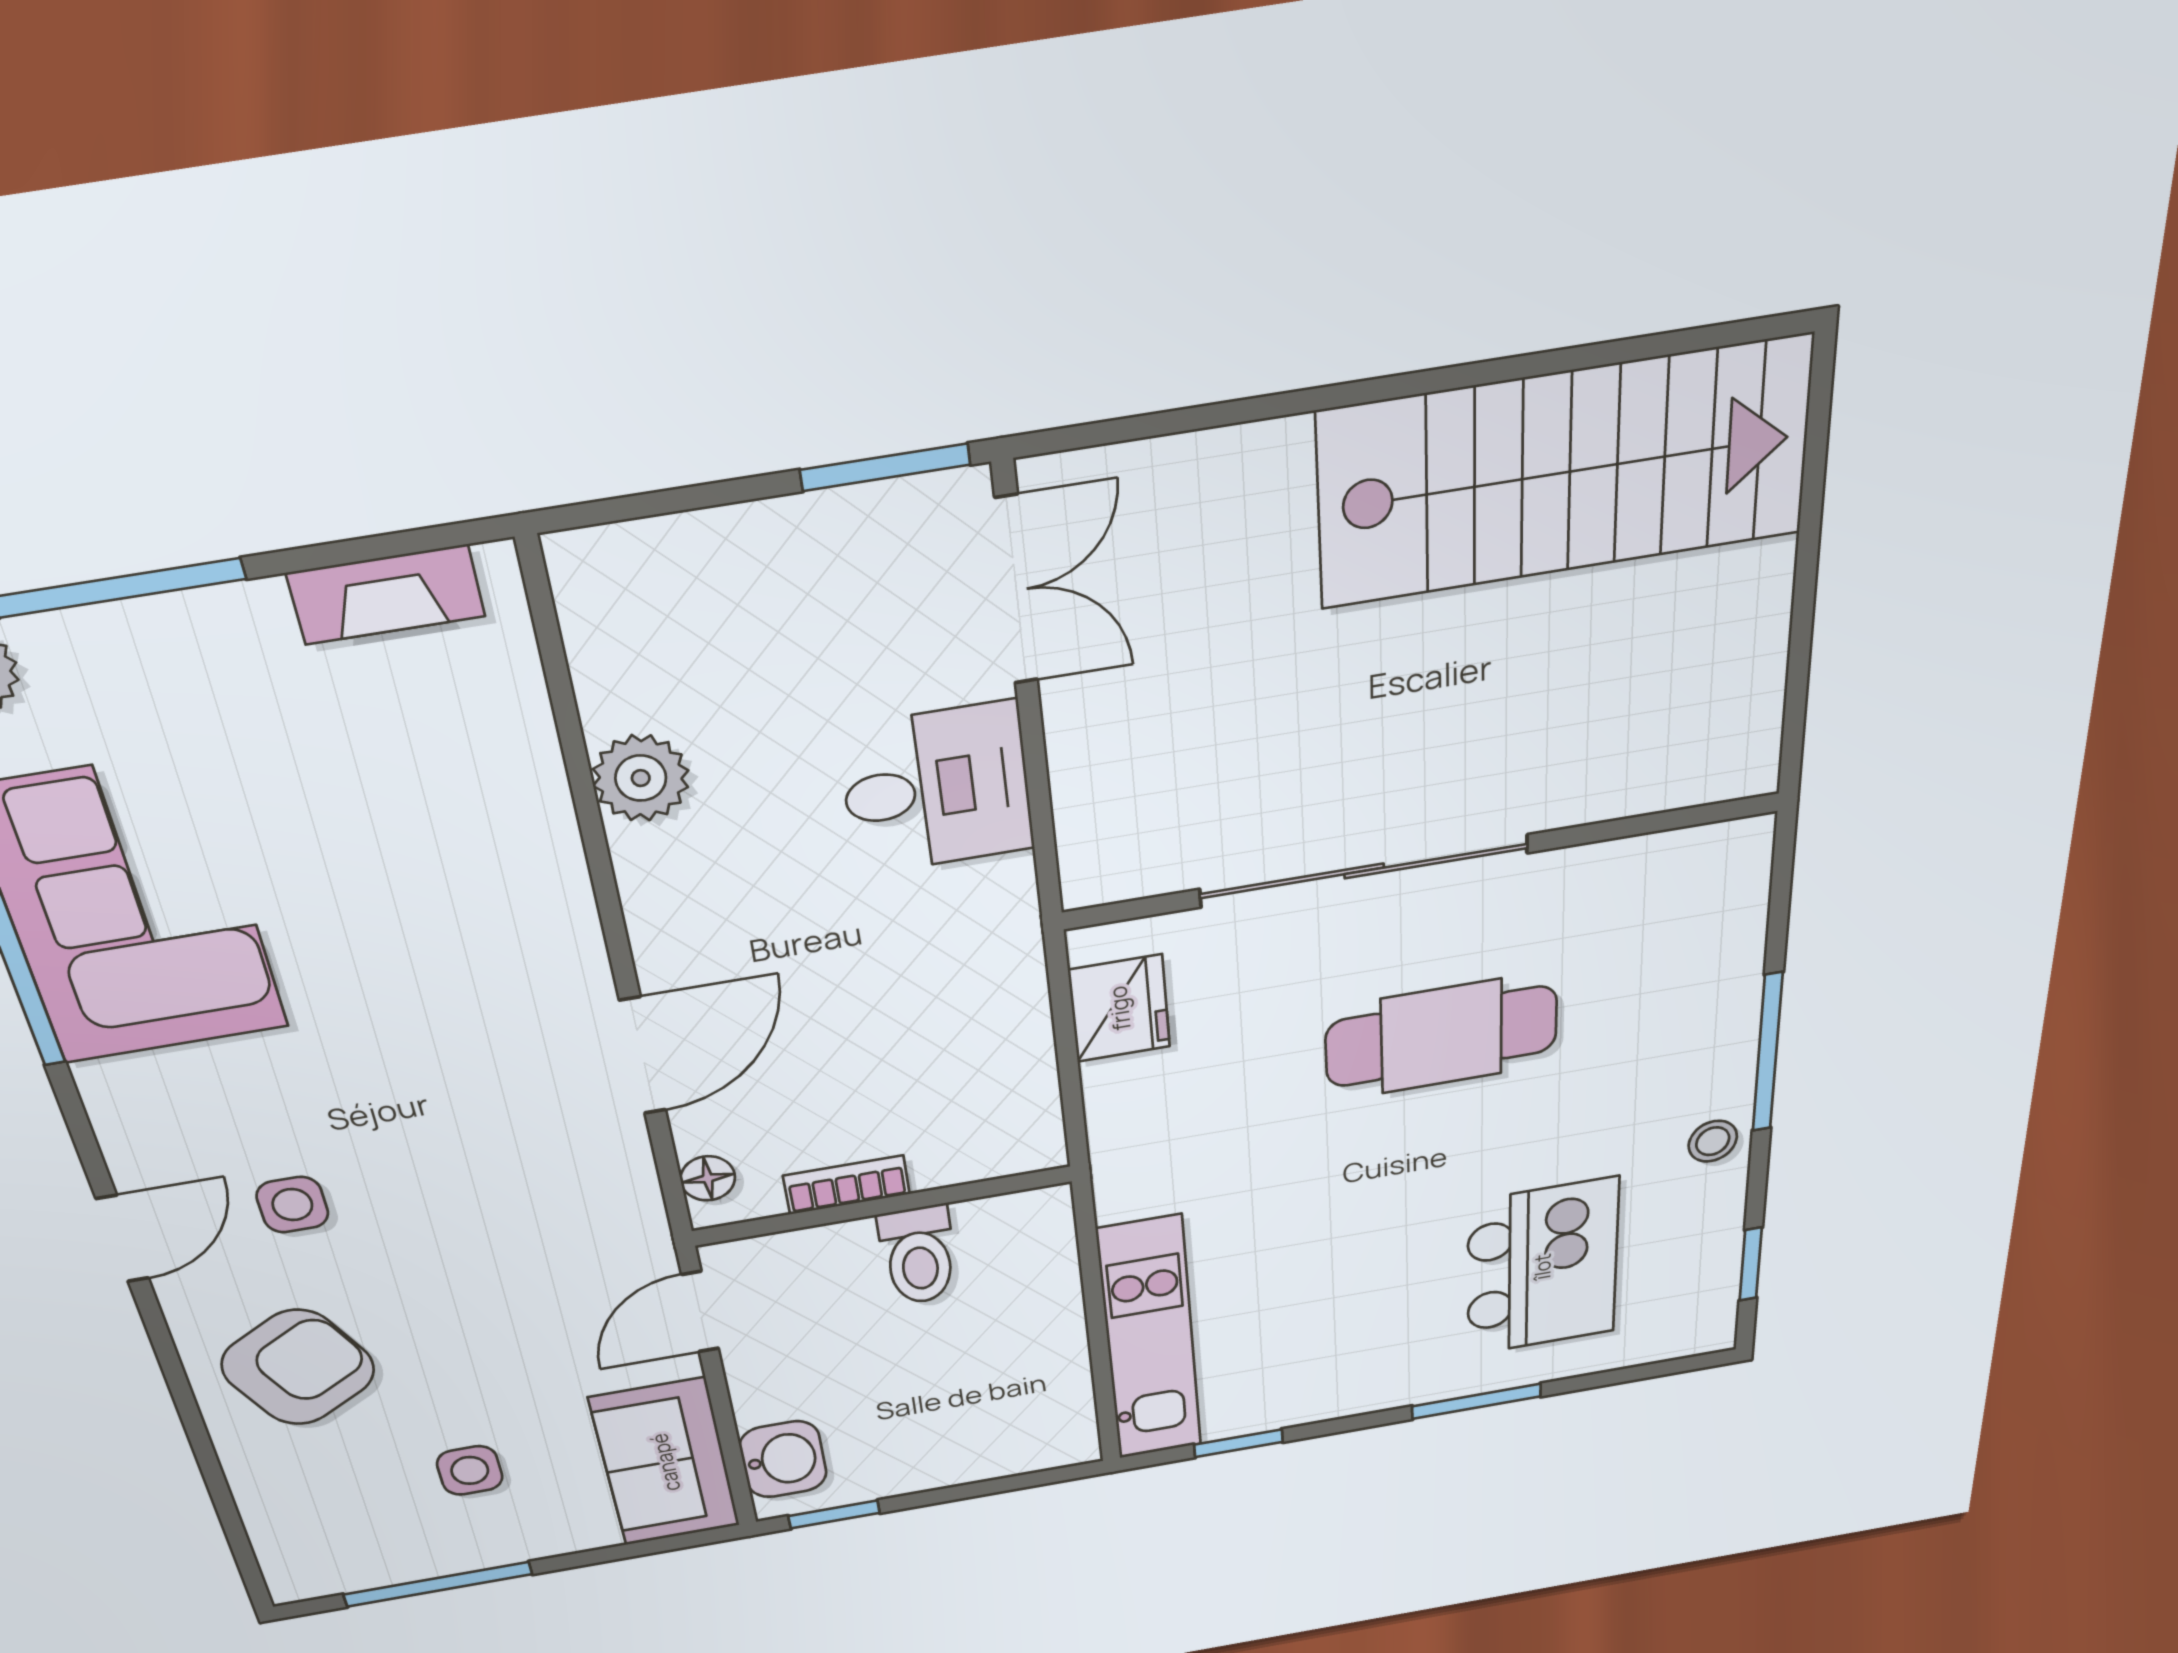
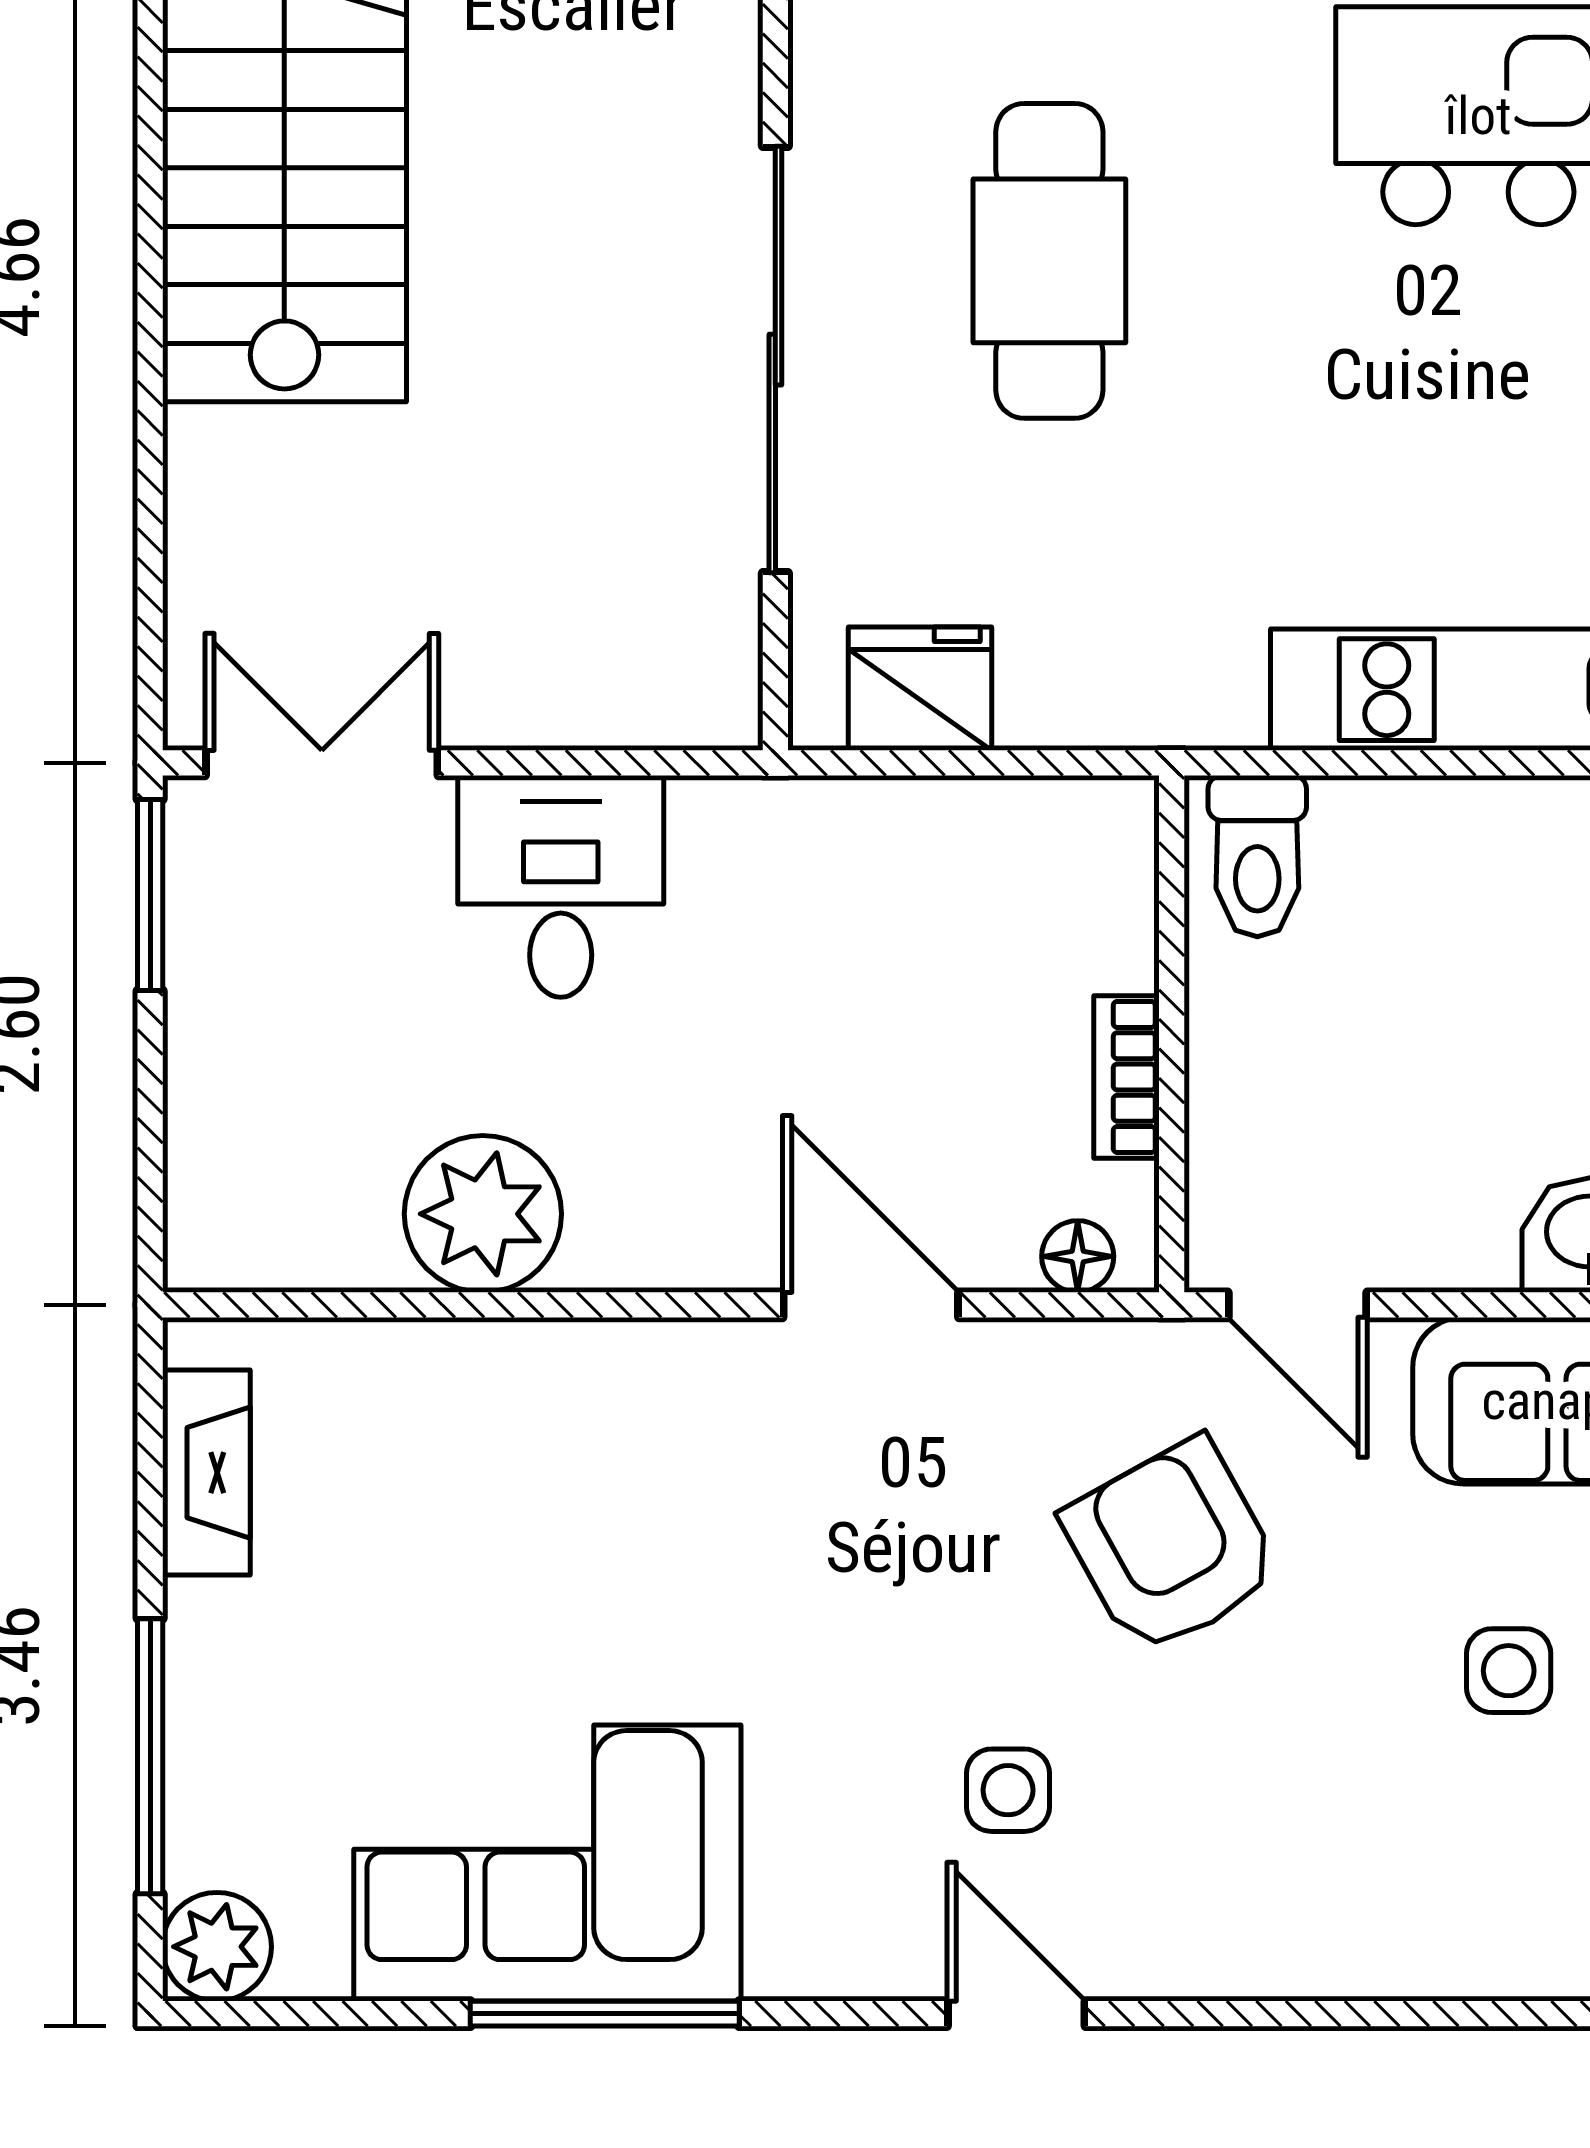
plant: (641, 778) -> (483, 1214), width x1.36, depth x1.36
toilet: (918, 1255) -> (1257, 856), moved, turned 90
armchair: (298, 1367) -> (1172, 1547), moved

